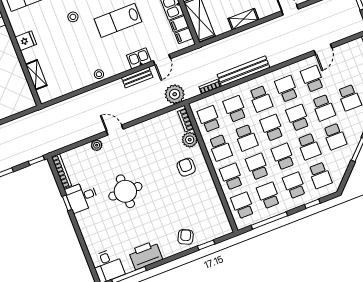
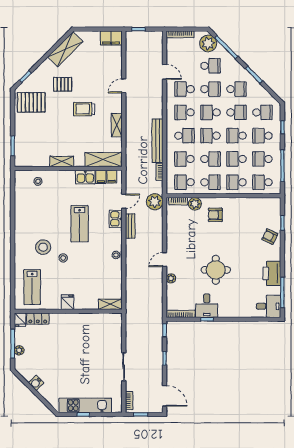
door: (162, 60) -> (124, 201), hinge flipped
shelving: (36, 75) -> (110, 304), moved

